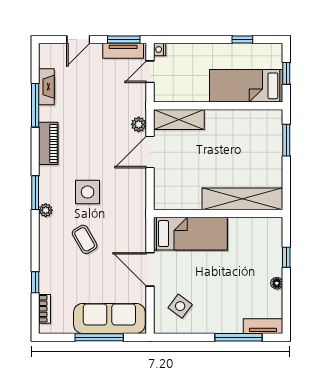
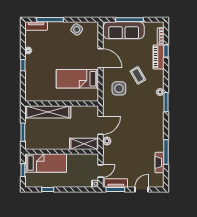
piano: (48, 143) -> (159, 57), moved
side table: (88, 192) -> (119, 88), moved
shelving: (242, 199) -> (48, 112), moved
wall: (218, 213) -> (62, 104), moved
side table: (180, 306) -> (77, 29), moved

